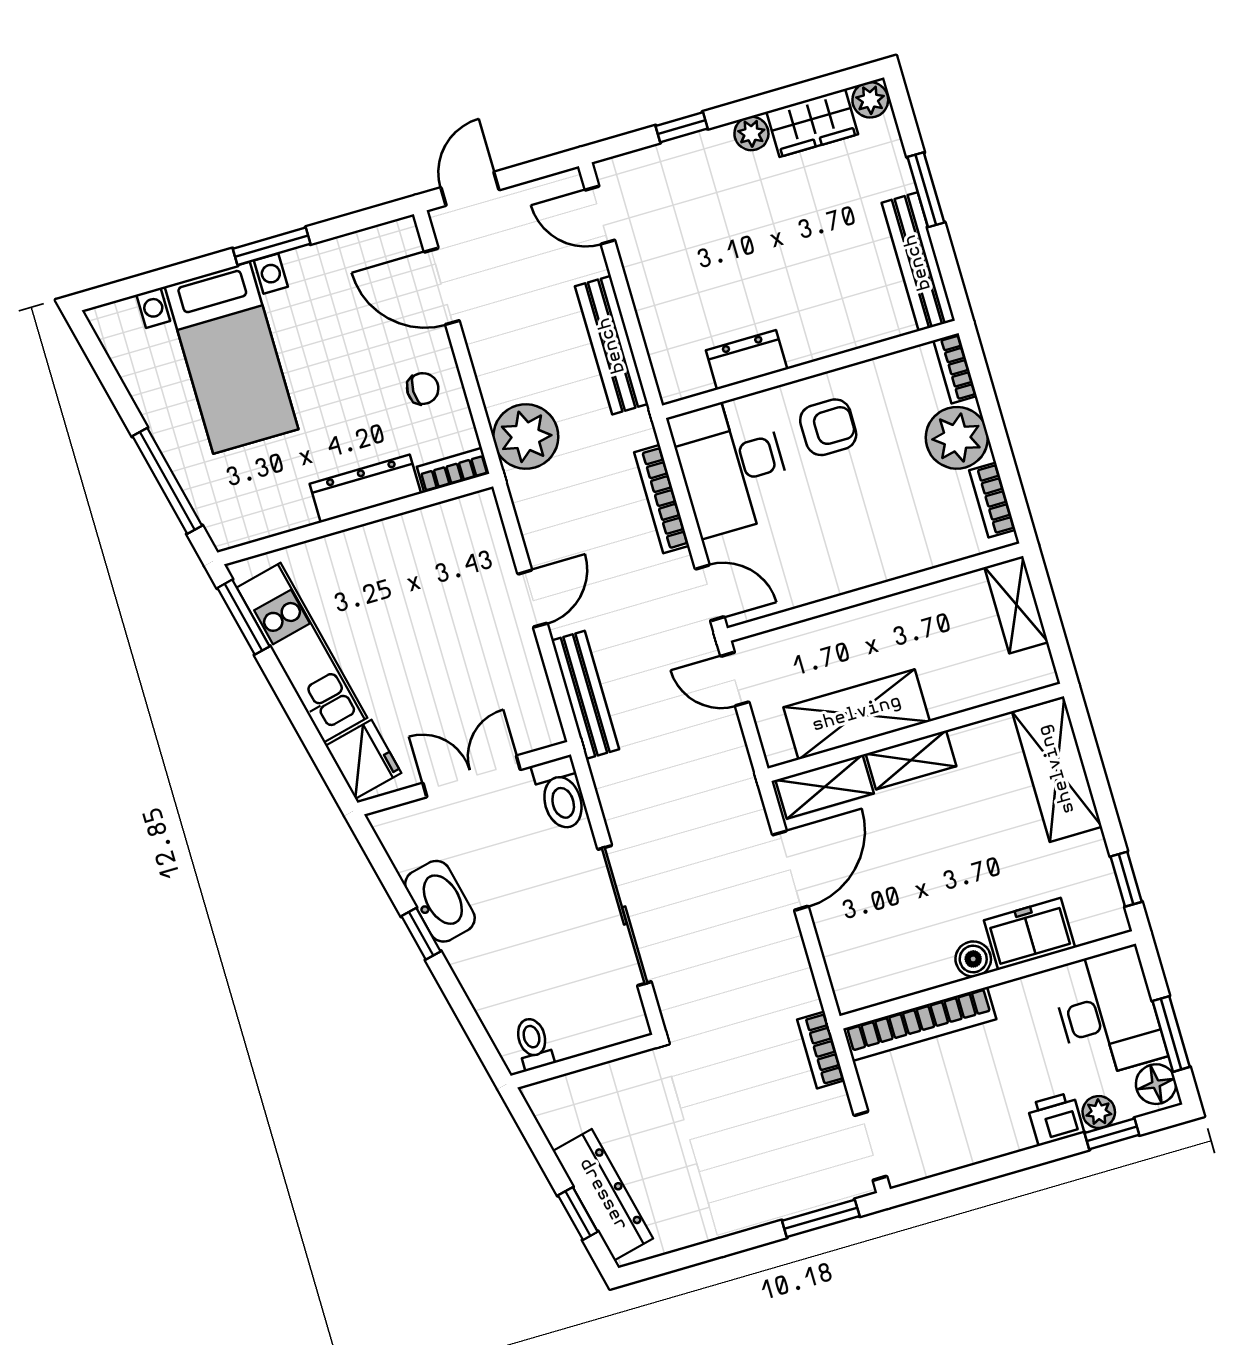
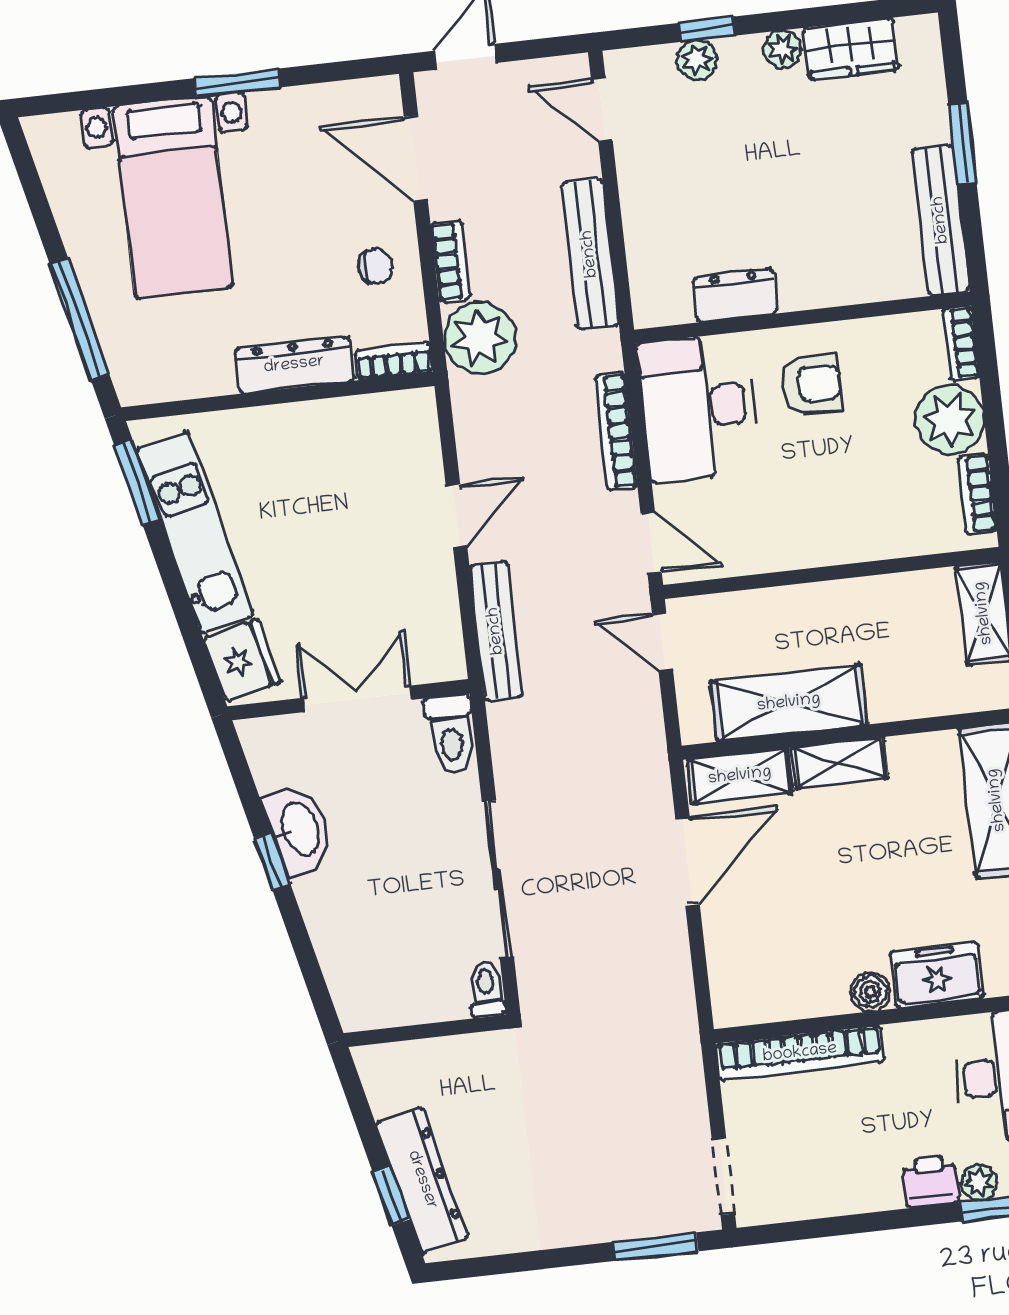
plant: (870, 100) -> (697, 60), moved
toilet: (533, 1043) -> (486, 989), moved
bookcase: (821, 1050) -> (451, 261), moved, turned 180

